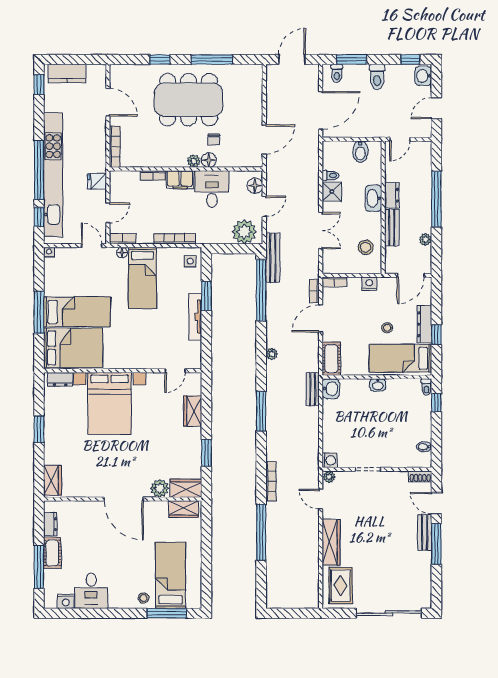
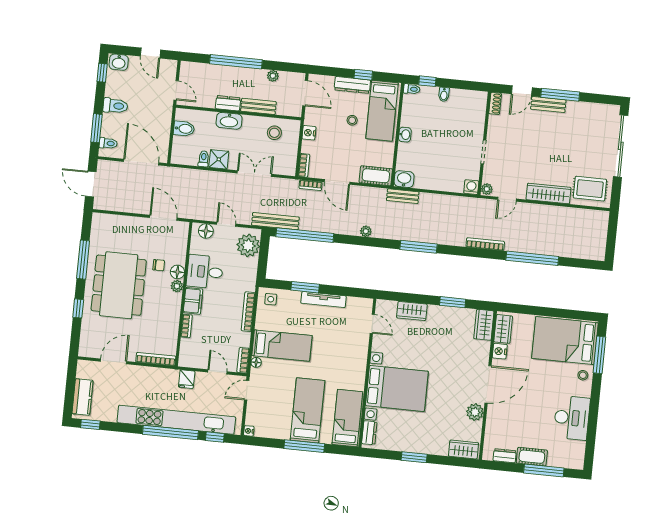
bed: (73, 348) -> (347, 418), width x0.67
bidet: (424, 447) -> (444, 94), moved
plant: (160, 488) -> (475, 412), moved
bed: (171, 575) -> (565, 341), width x1.50
desk: (91, 591) -> (572, 418), width x1.37
nightstand: (66, 601) -> (500, 351), moved, turned 180

